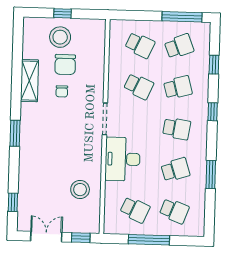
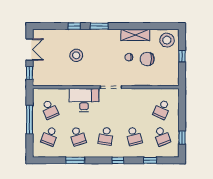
window: (182, 17) -> (182, 138), width x0.46
stool: (60, 37) -> (167, 40), moved
school desk: (139, 86) -> (134, 109), removed
stool: (80, 190) -> (76, 55), moved
window: (13, 202) -> (74, 26), moved
school desk: (135, 210) -> (50, 109), turned -48

